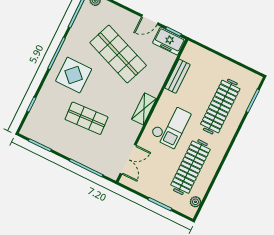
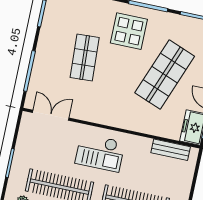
bench: (178, 76) -> (171, 150), moved
shelving: (144, 109) -> (111, 119), removed
double door: (128, 159) -> (51, 115), swing flipped

